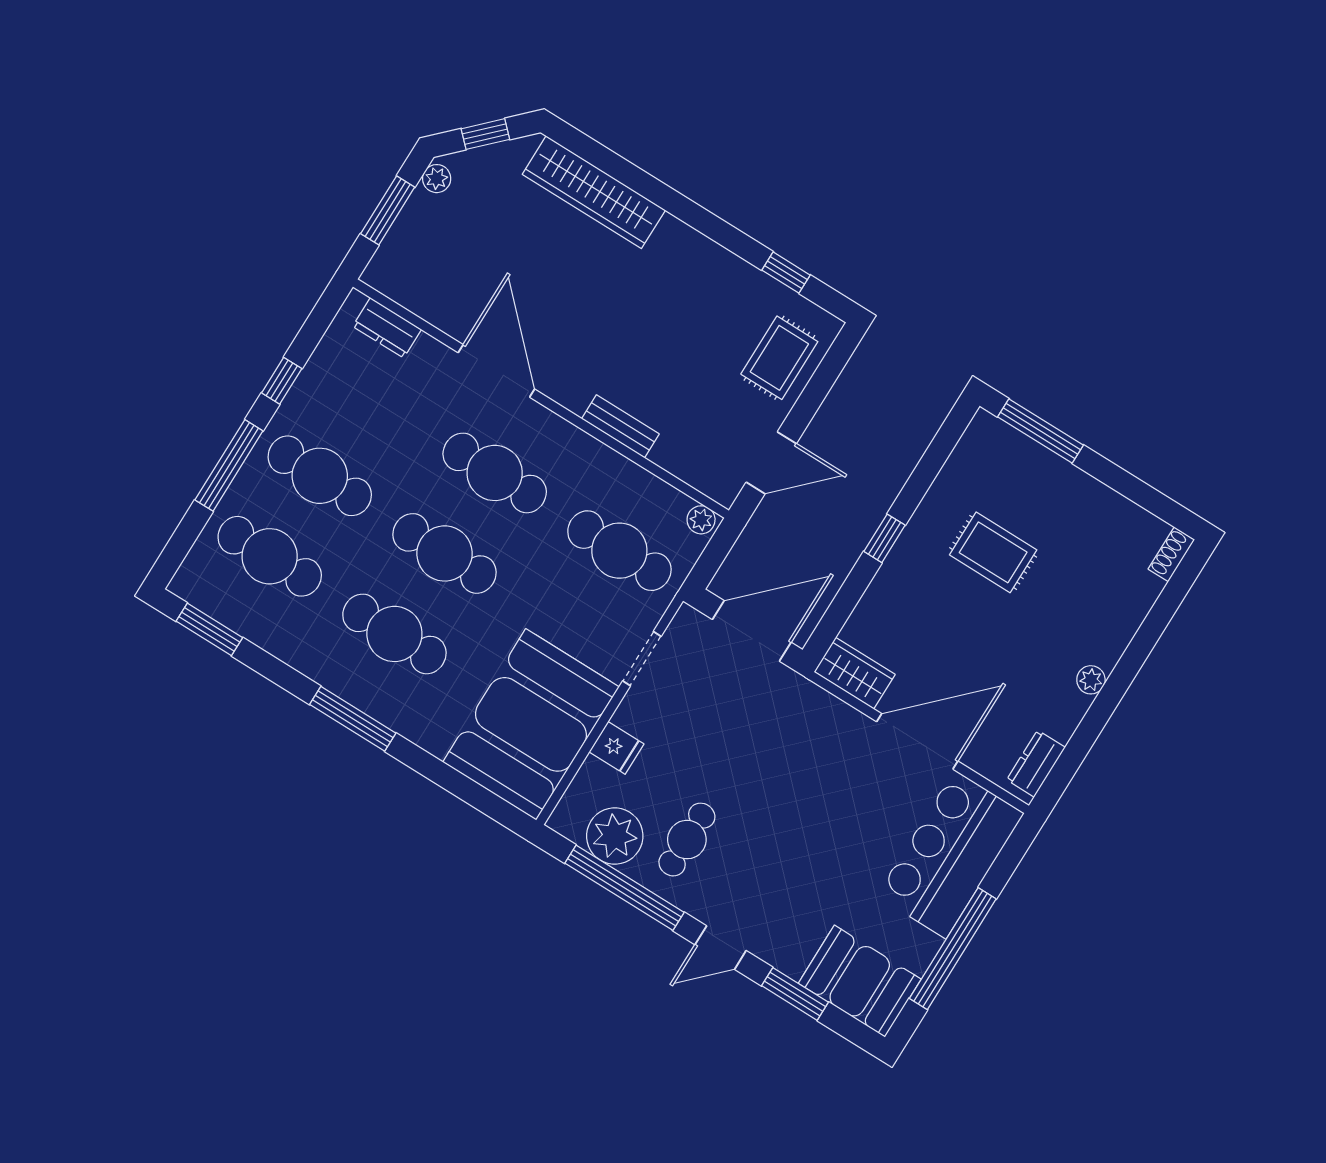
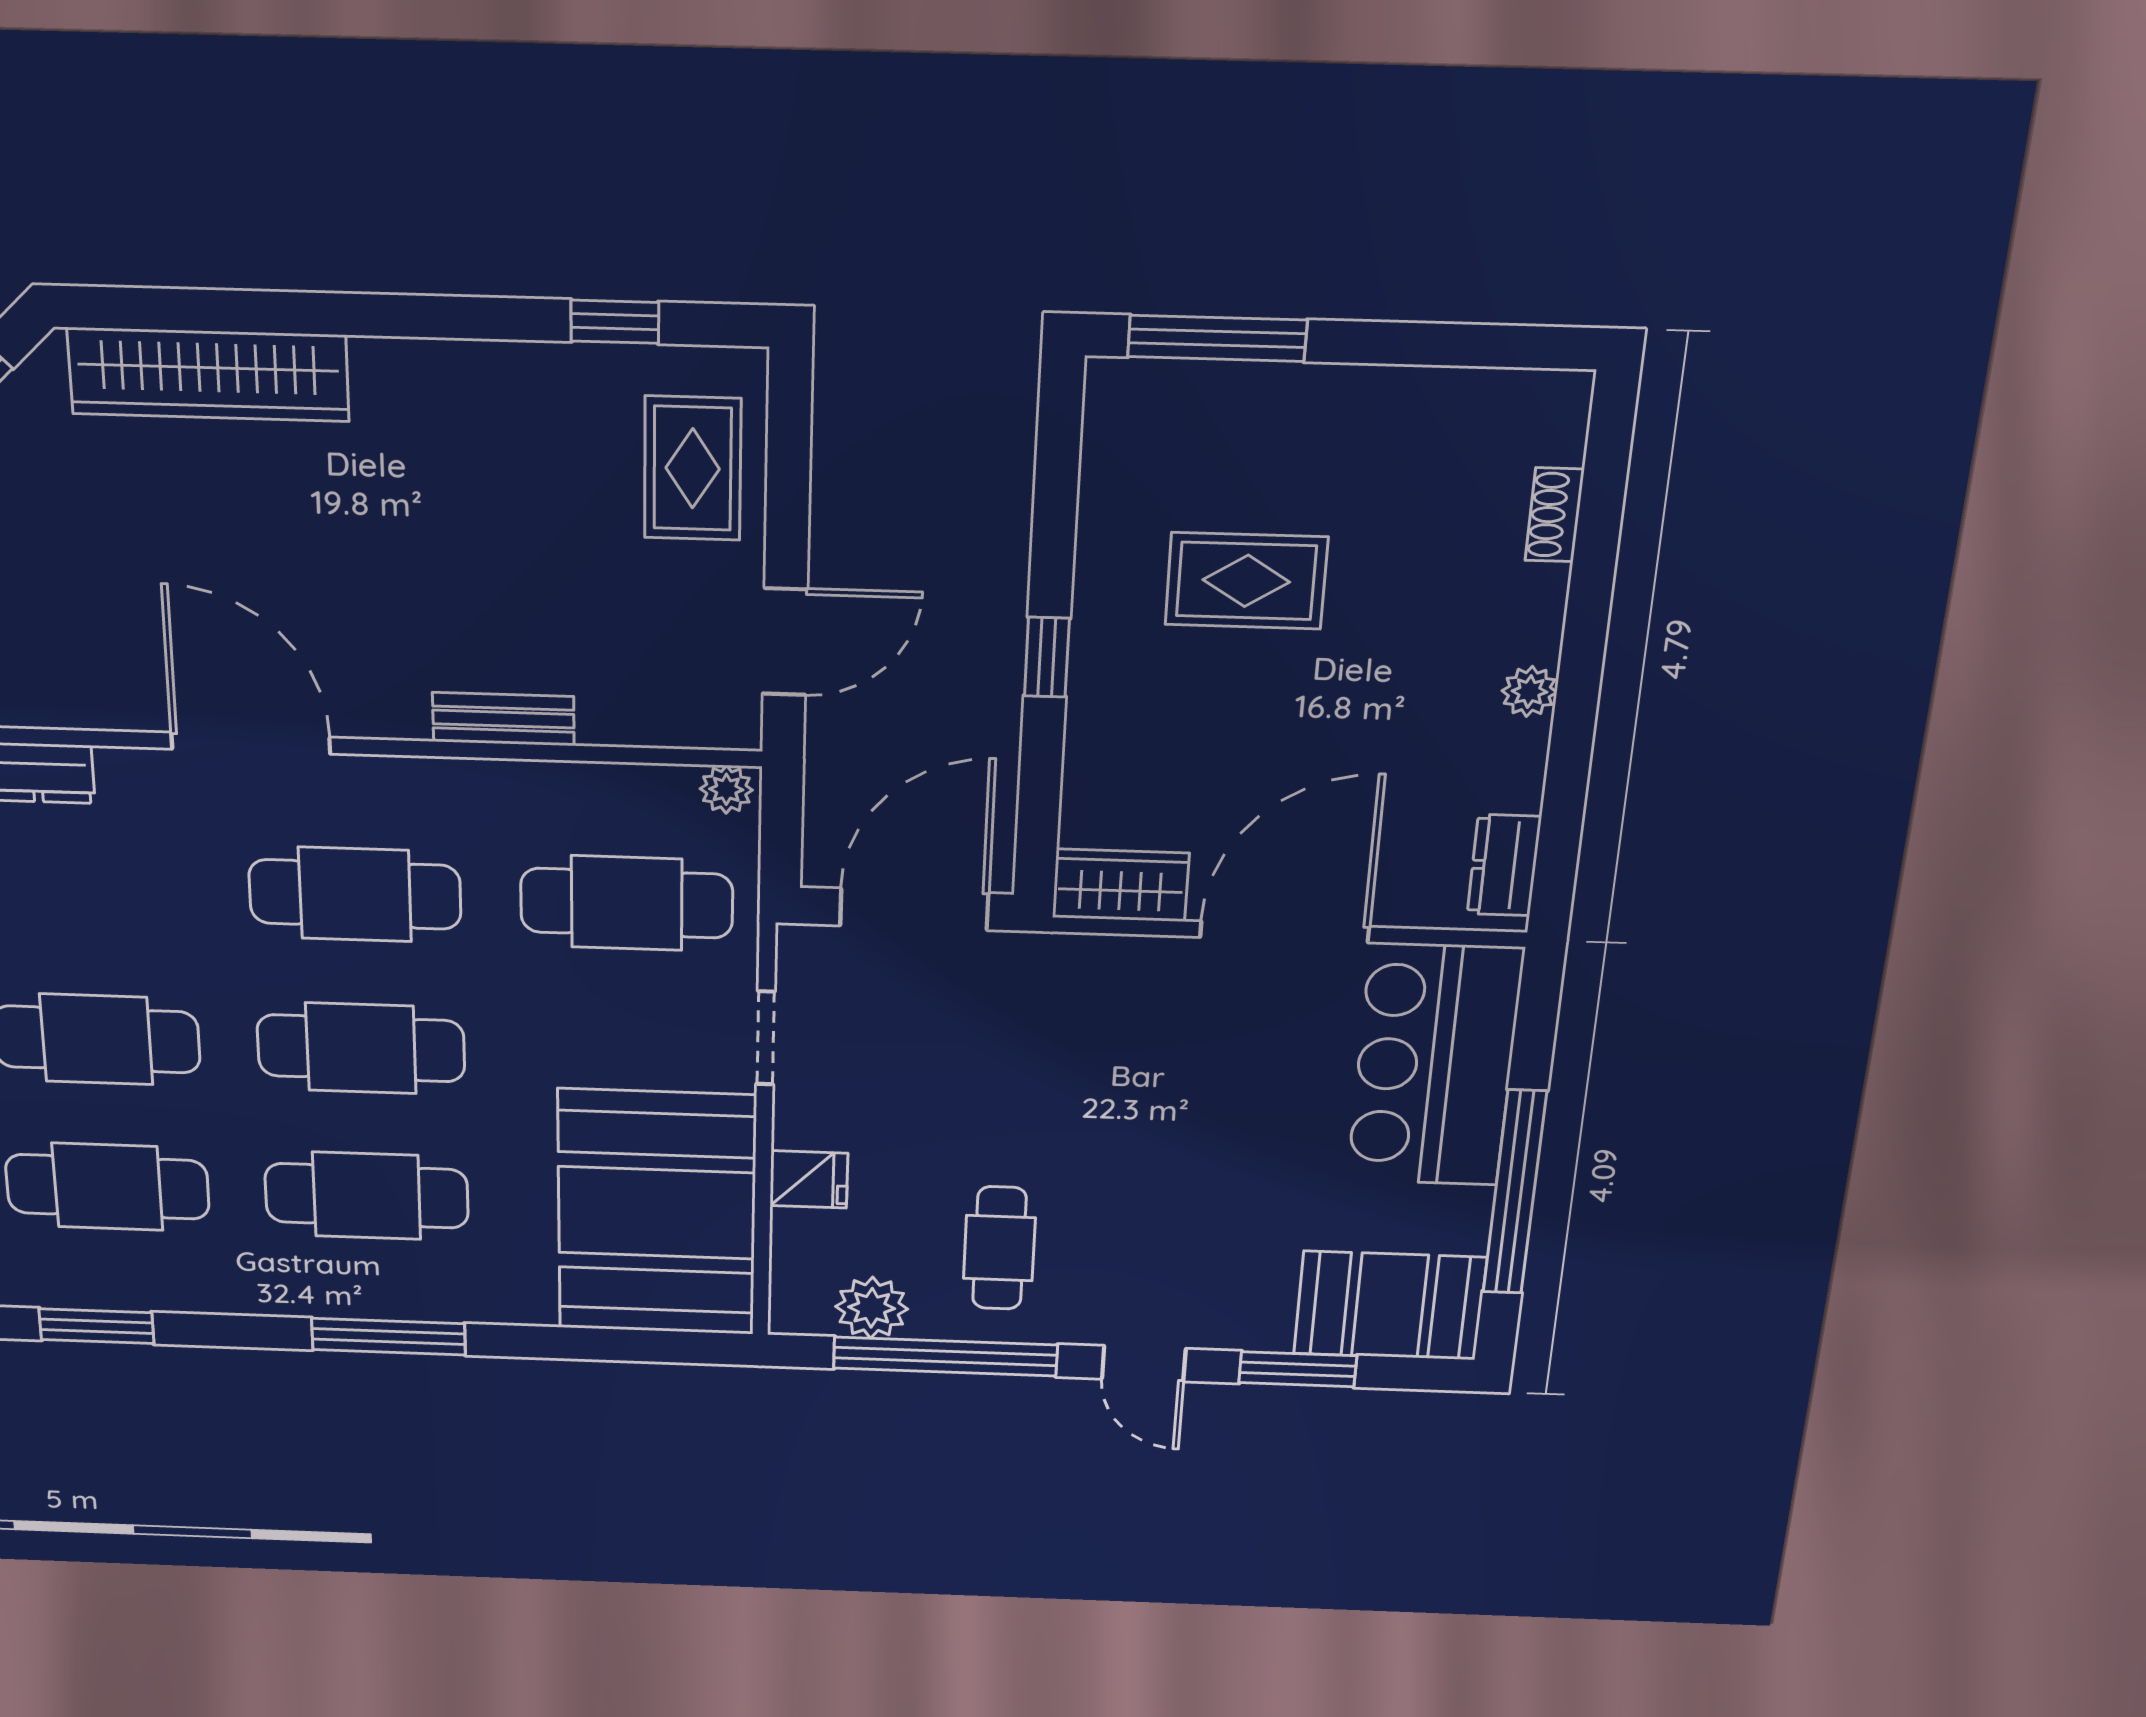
shoe rack: (1171, 554) -> (1555, 515), moved
plant: (615, 836) -> (872, 1308), width x0.73, depth x0.73
door: (721, 948) -> (1144, 1364), hinge flipped

